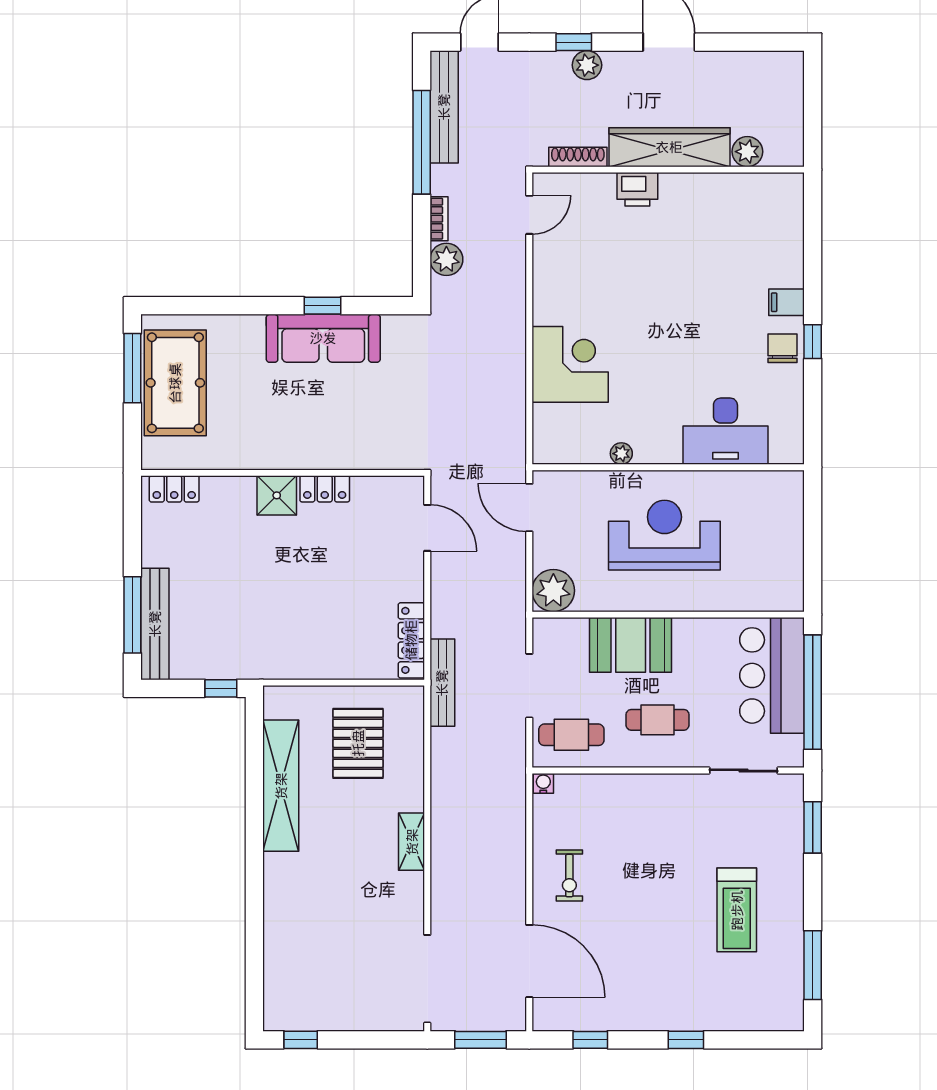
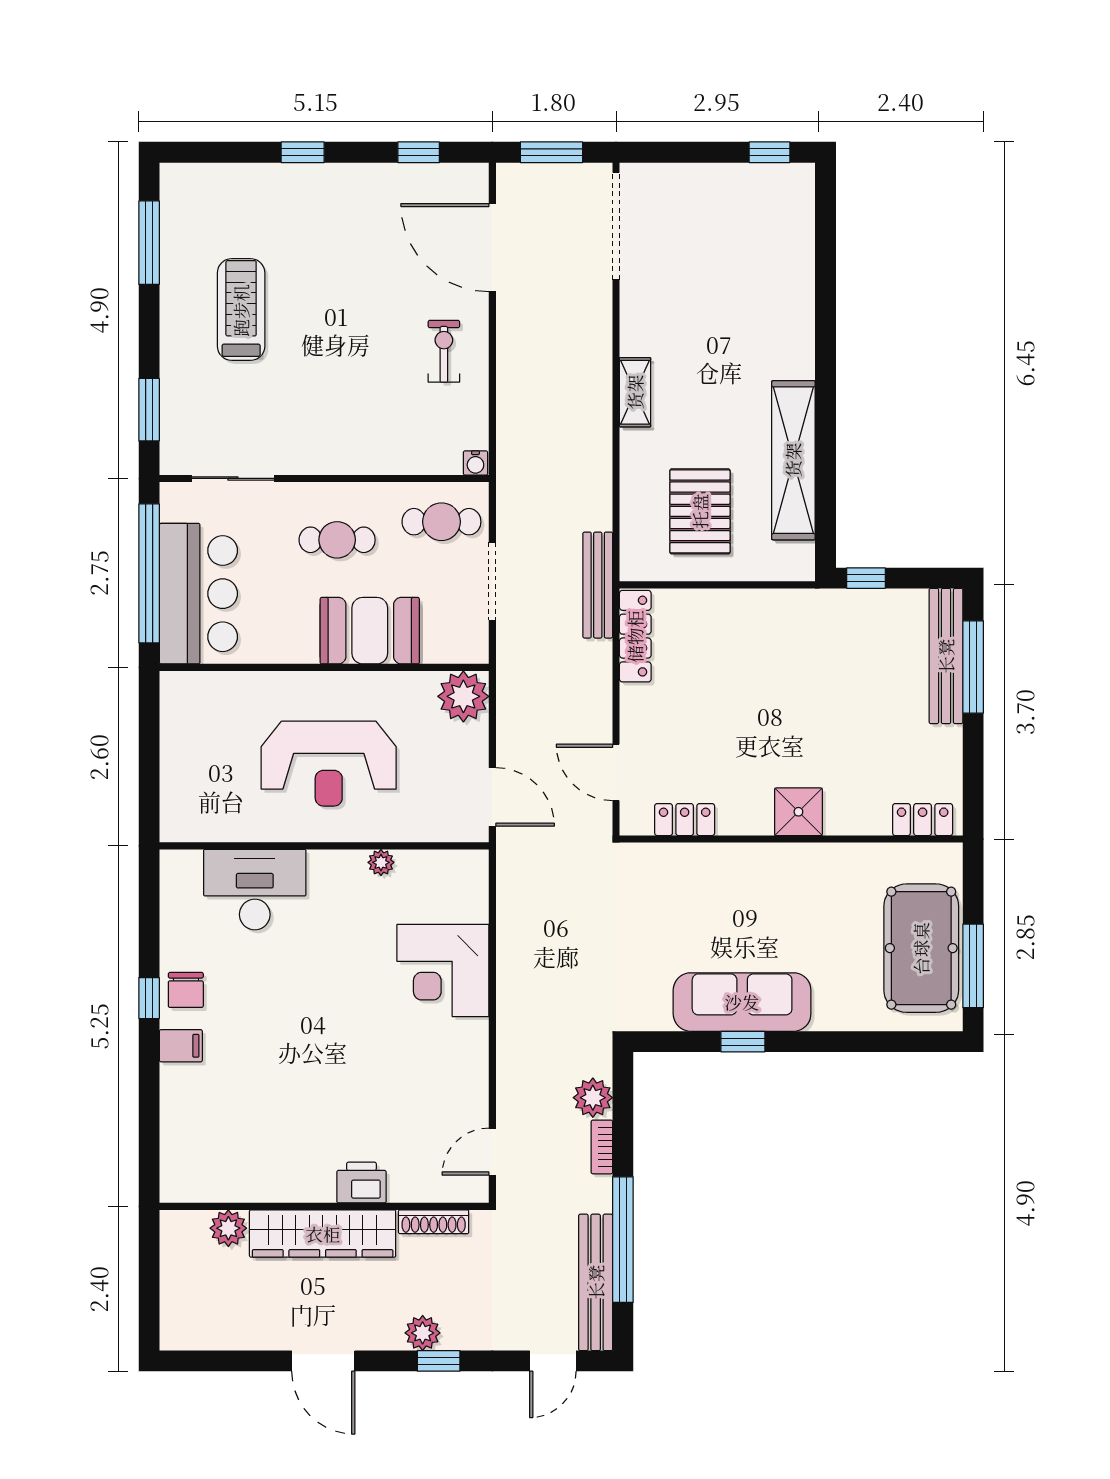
locker: (325, 489) -> (685, 820), moved

